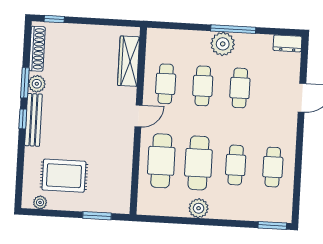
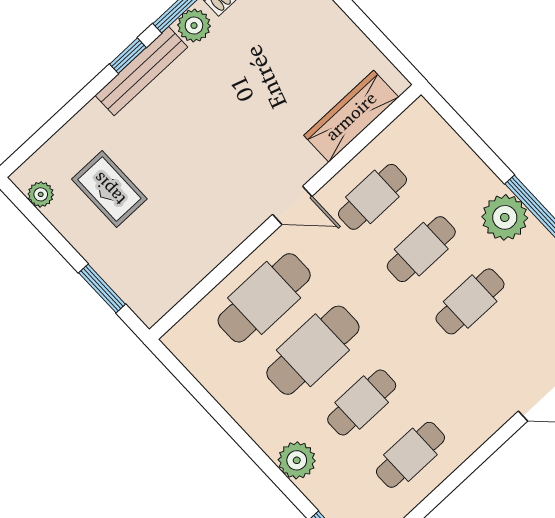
rug: (64, 176) -> (109, 189), width x0.73, depth x0.70
plant: (199, 208) -> (297, 460), moved

